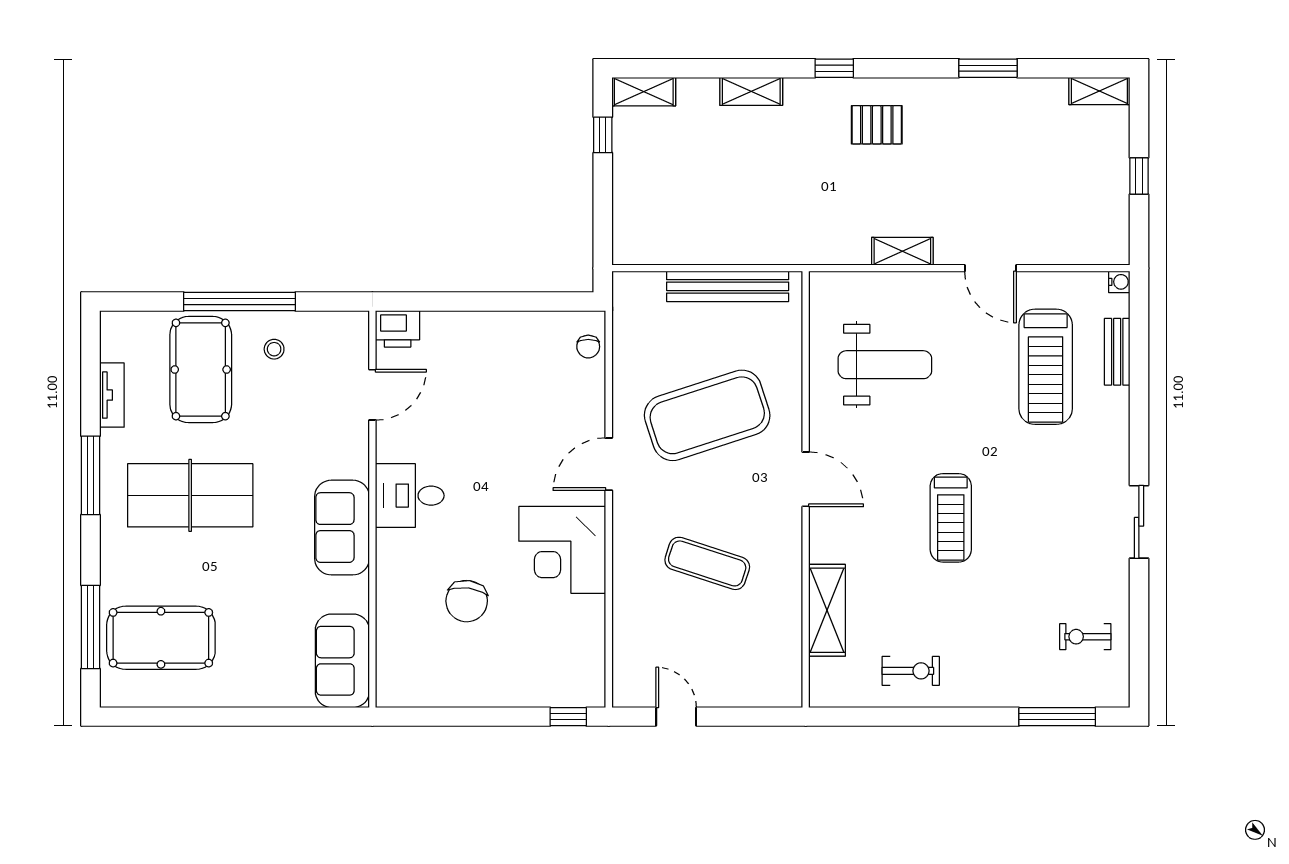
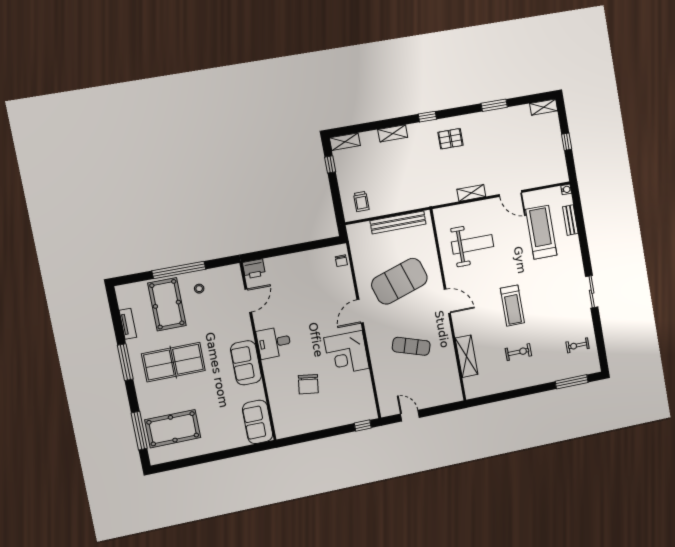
trolley: (655, 226) -> (361, 201), added
treadmill: (1046, 367) -> (541, 232), turned 180
exercise bike: (911, 671) -> (518, 352), moved

